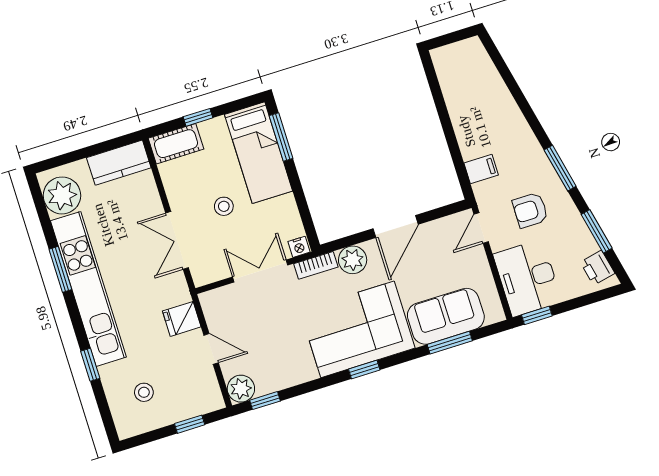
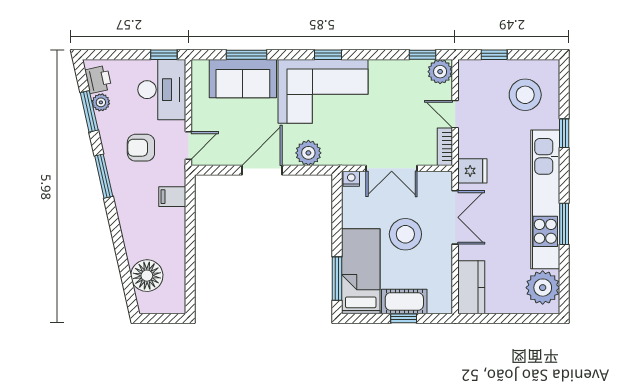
floor lamp: (482, 78) -> (147, 276), added
cot: (176, 144) -> (404, 302), moved
kitchen counter: (119, 163) -> (471, 287), moved, turned 90
stool: (224, 206) -> (405, 234), width x1.89, depth x1.89
armchair: (530, 210) -> (141, 148), turned 180
plant: (587, 245) -> (101, 102), added
bookcase: (316, 265) -> (445, 147), moved, turned -90
fridge: (182, 319) -> (472, 171), moved
stool: (144, 392) -> (525, 95), width x1.89, depth x1.89

